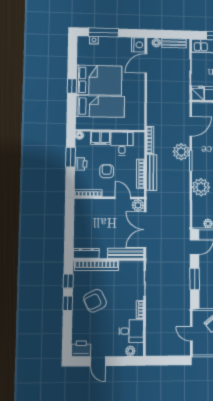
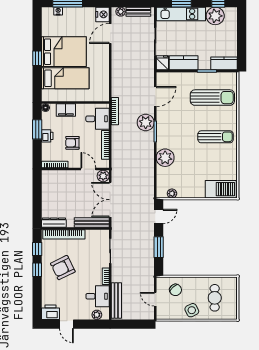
desk: (122, 144) -> (97, 119), moved, turned 90
armchair: (107, 171) -> (72, 143), turned -90
bench: (152, 172) -> (116, 301), moved

